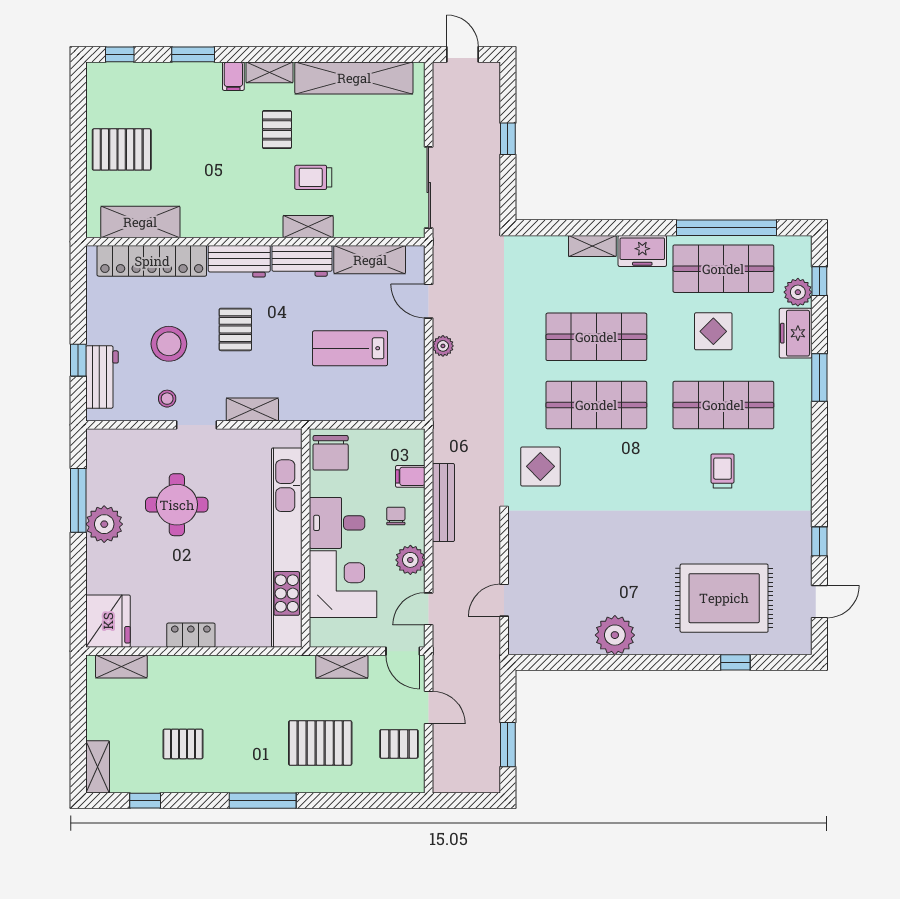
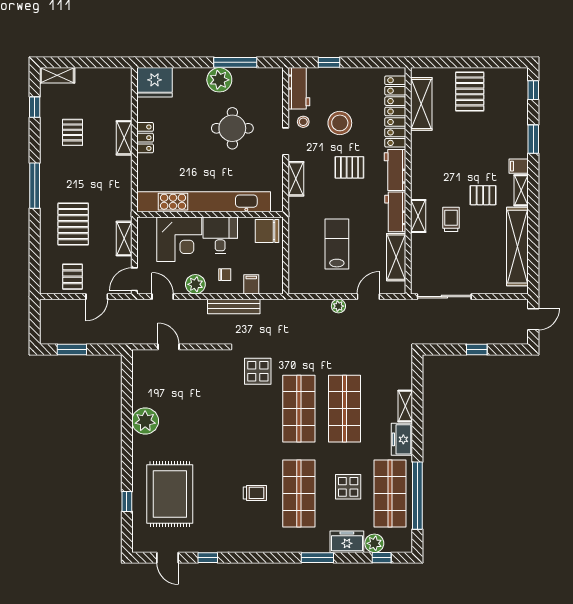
workbench: (102, 377) -> (299, 88), moved, turned -90
shelving: (121, 666) -> (124, 138), moved

